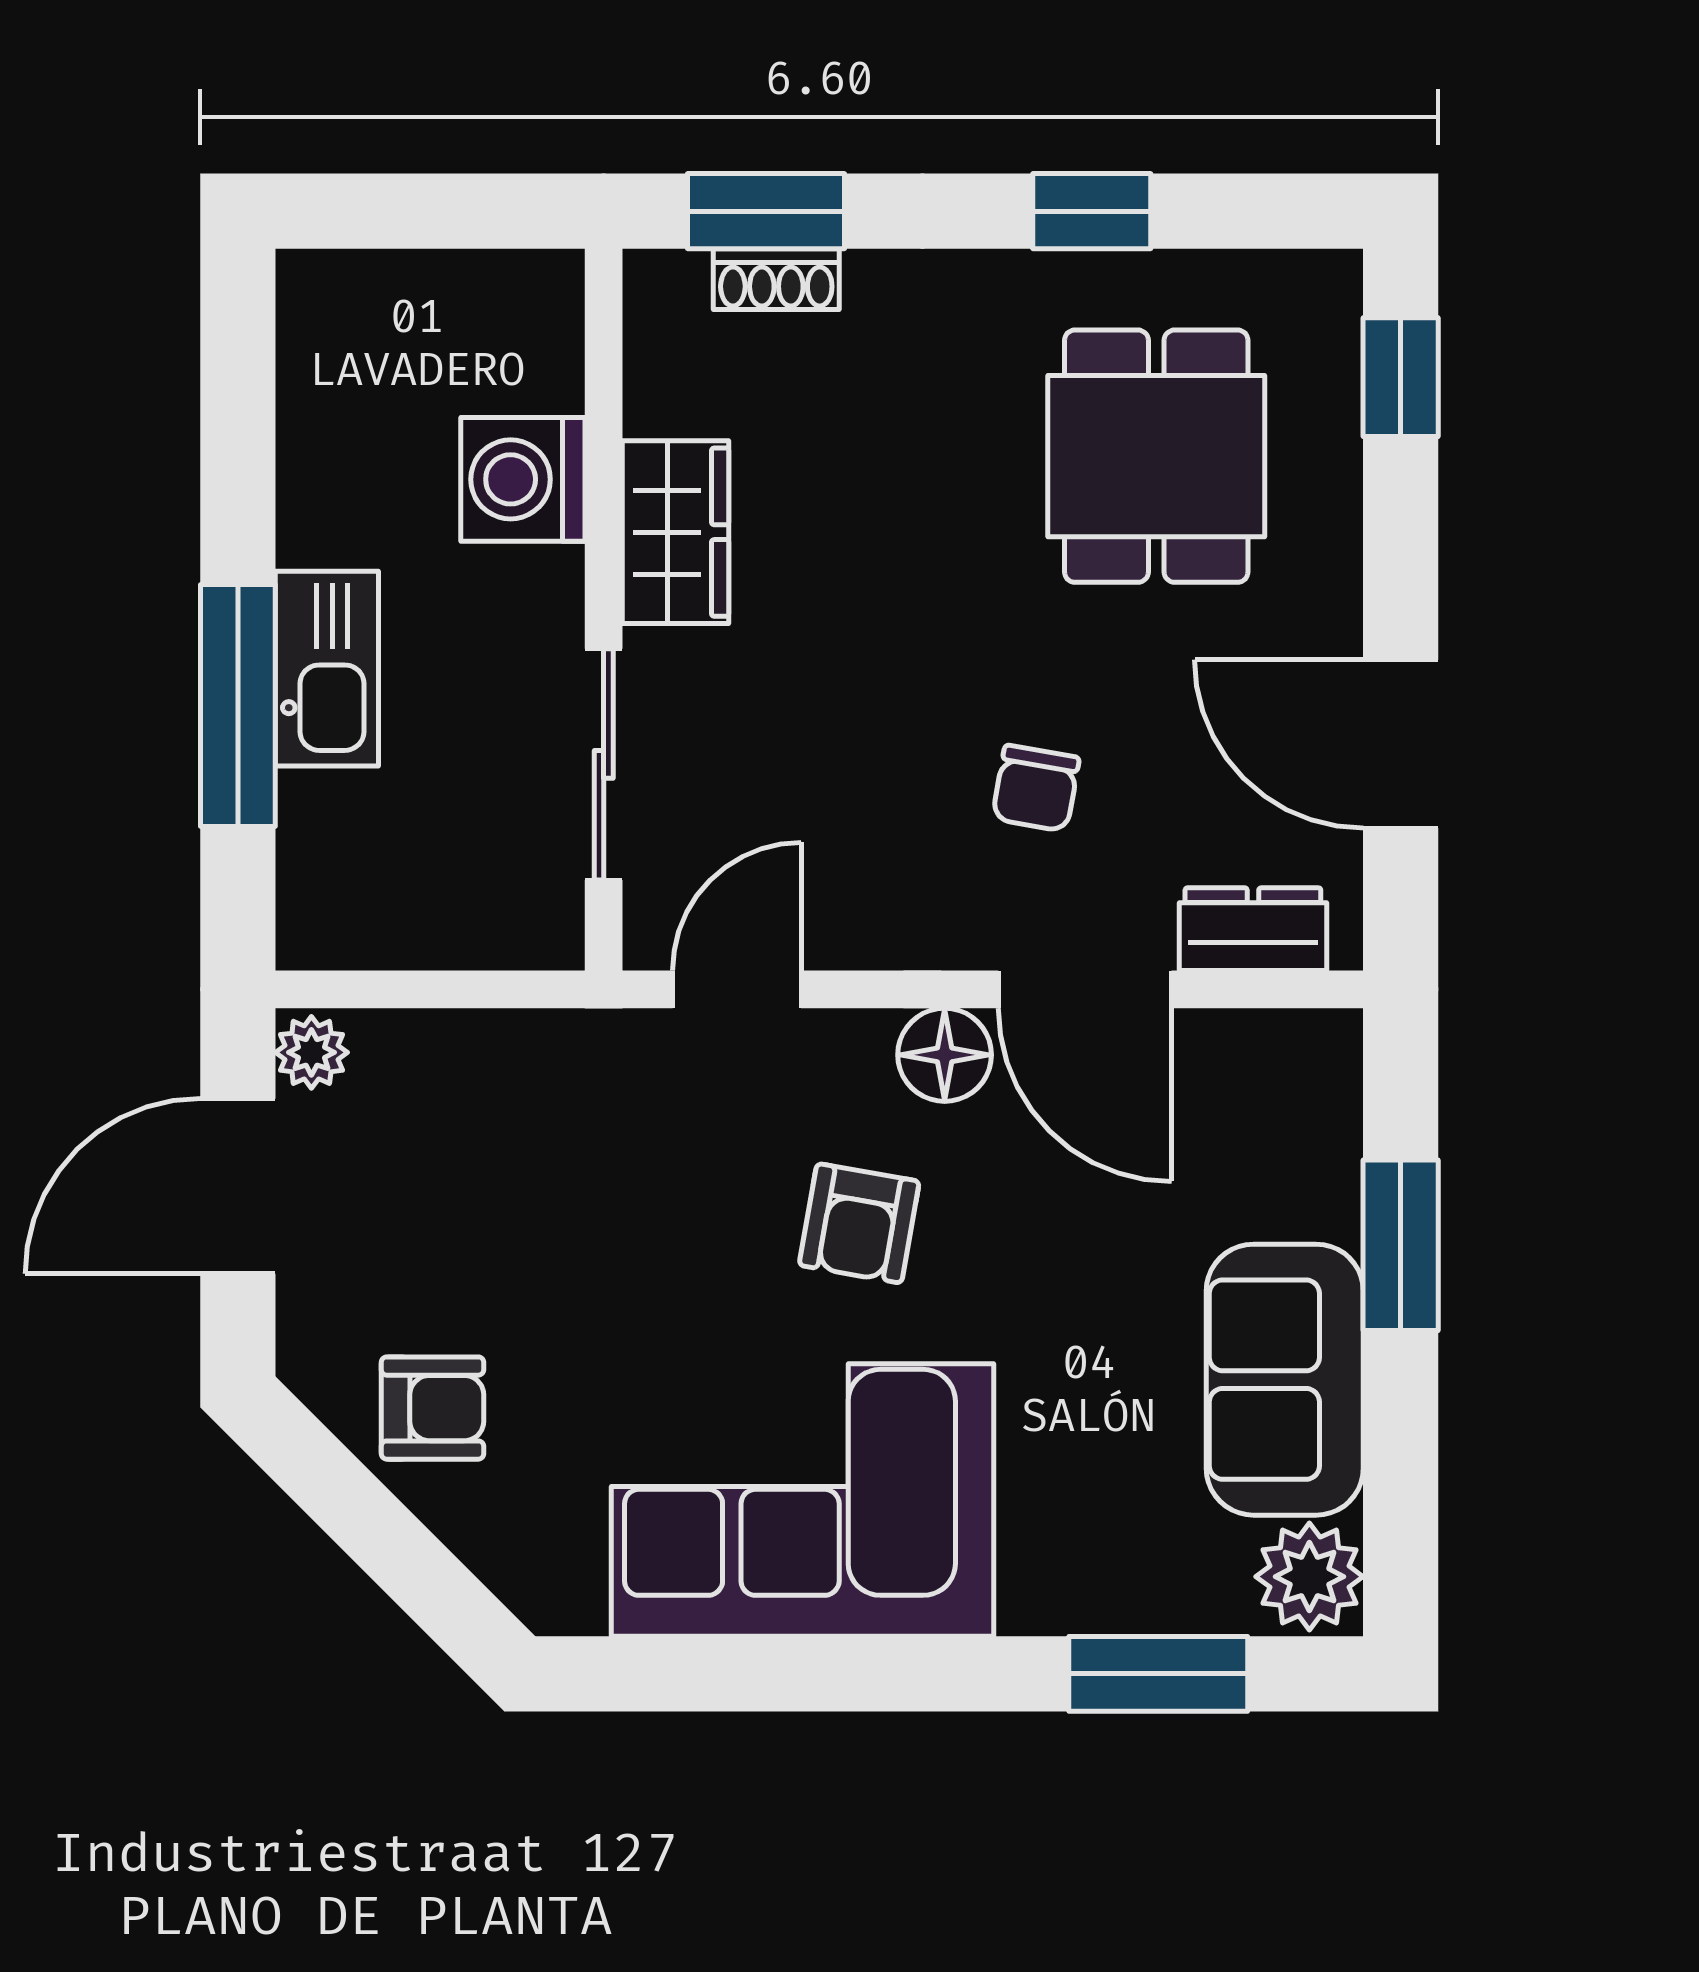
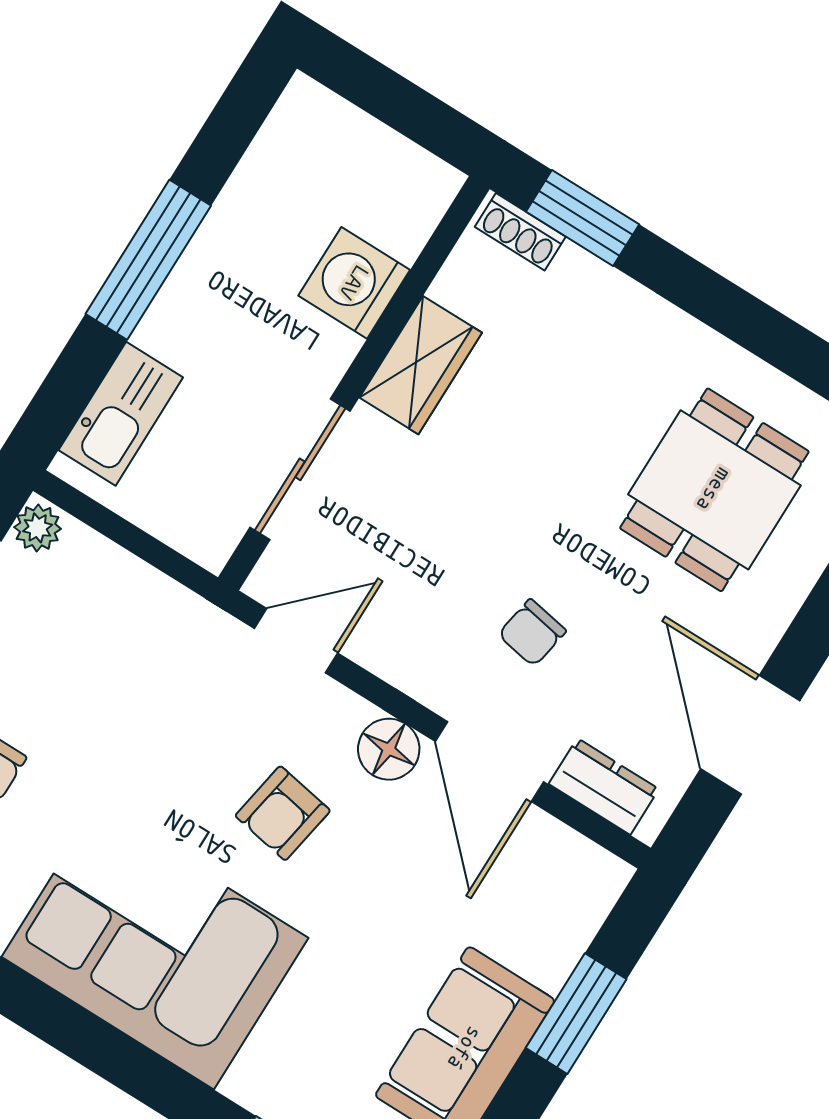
window: (1092, 211) -> (764, 331), removed
shoe rack: (776, 279) -> (520, 232), moved
kitchen sink: (327, 669) -> (121, 414), moved
window: (238, 705) -> (148, 260), moved

